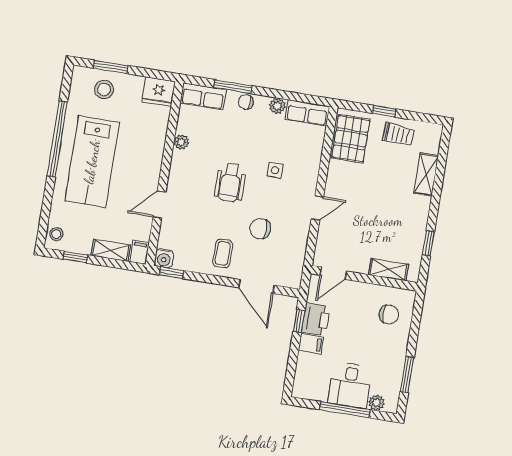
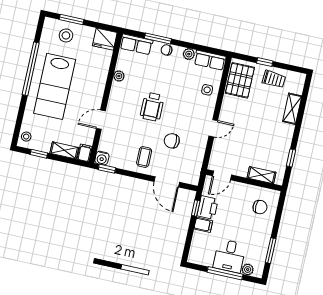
side table: (275, 170) -> (207, 90), moved

